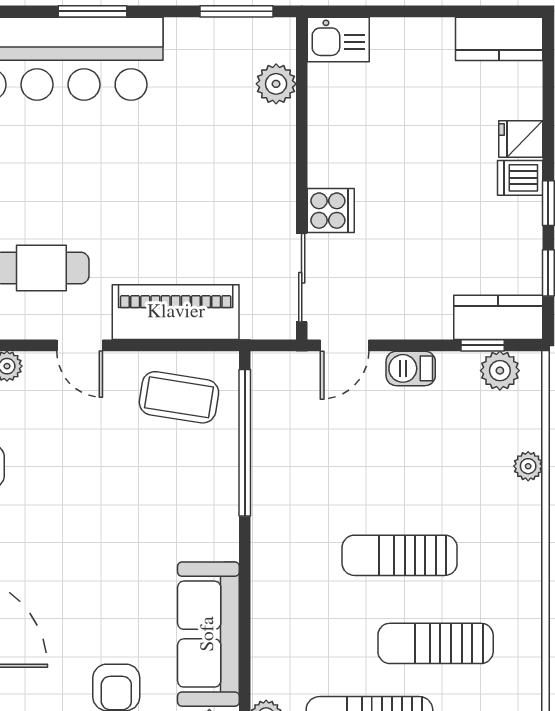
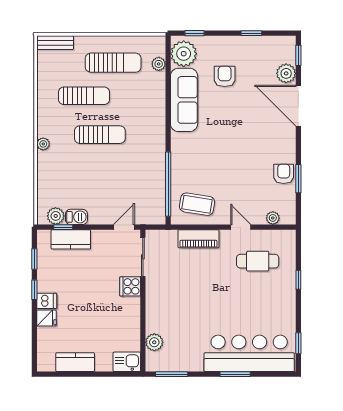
kitchen counter: (499, 39) -> (75, 362), moved
piano: (176, 312) -> (198, 239), width x0.73, depth x0.75
kitchen counter: (498, 317) -> (71, 239), moved
barbecue: (411, 368) -> (76, 217), moved
plant: (528, 466) -> (43, 144), moved

